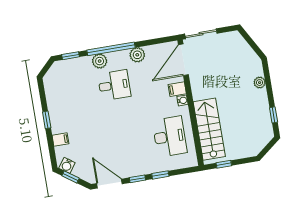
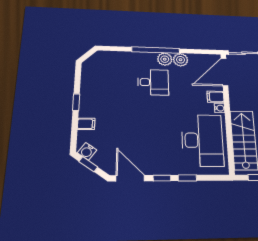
window: (71, 56) -> (115, 49), removed
plant: (100, 61) -> (165, 59), moved
desk: (170, 137) -> (202, 140), width x1.36, depth x1.30

